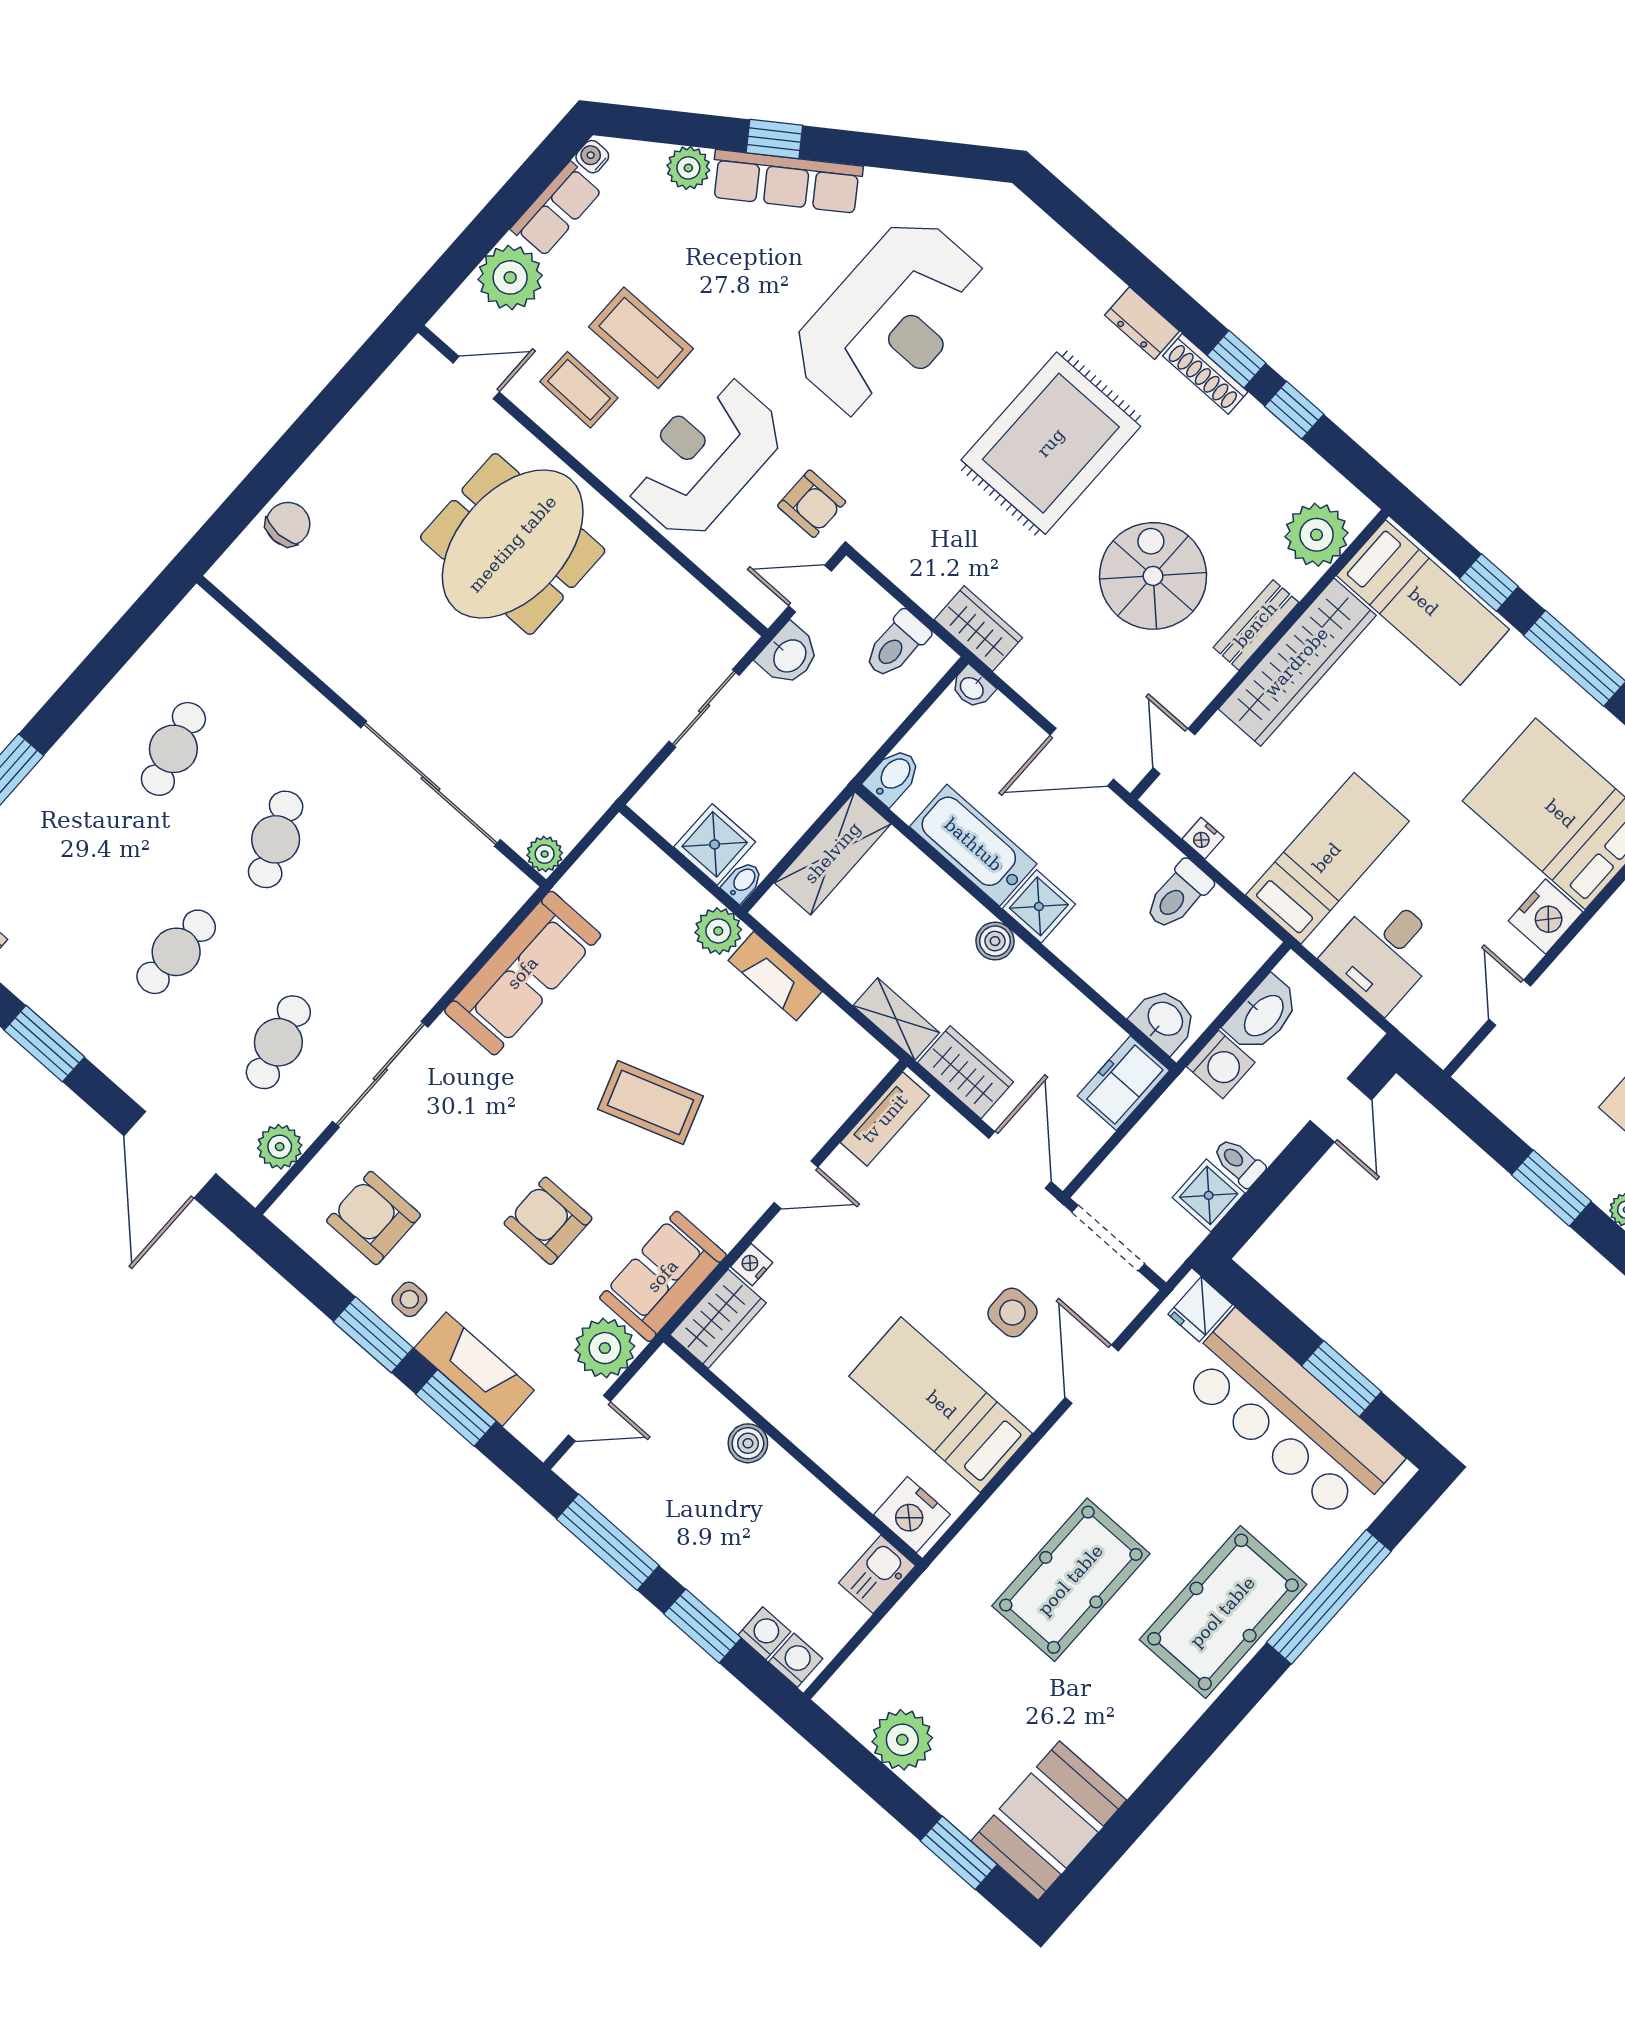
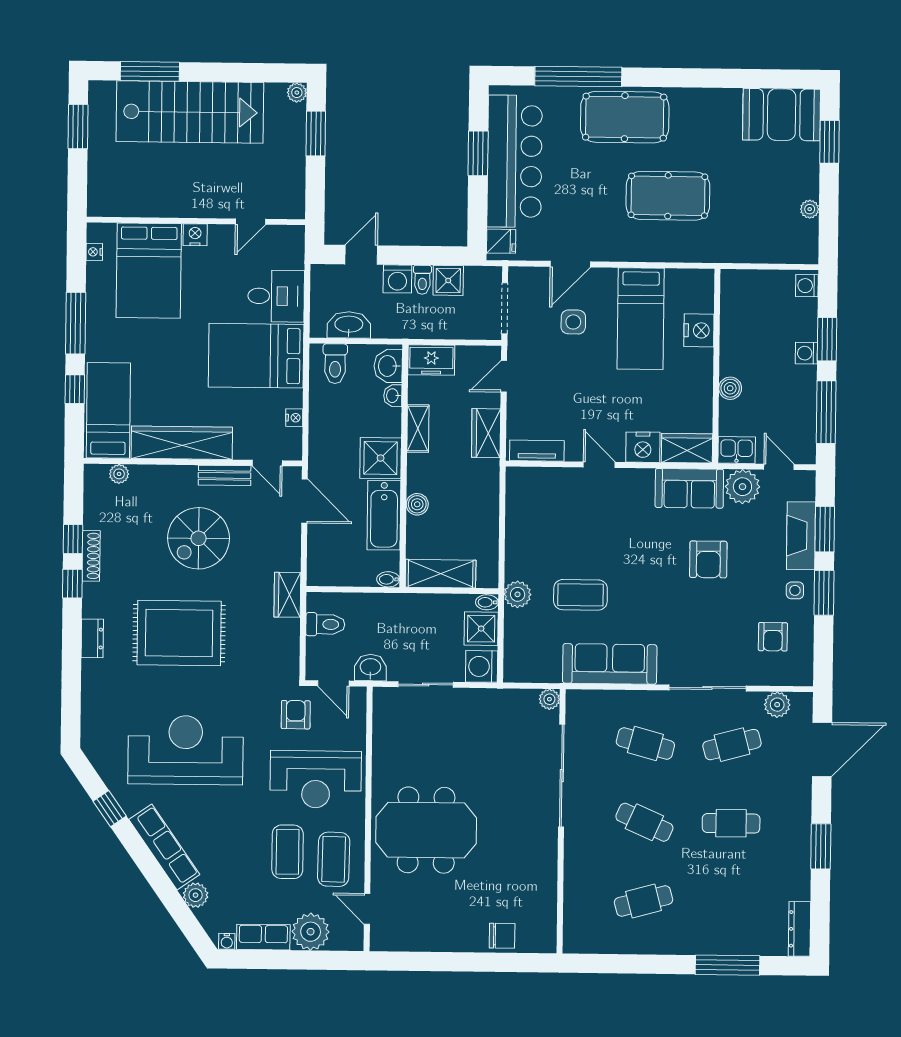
window: (774, 139) -> (110, 809), moved
shoe rack: (1205, 374) -> (91, 556), moved
coffee table: (579, 390) -> (334, 859), width x1.36, depth x1.30
chair: (288, 524) -> (502, 936), turned 180
plant: (1317, 535) -> (119, 474), width x0.53, depth x0.53
bench: (1256, 625) -> (225, 475), moved
washbasin: (972, 688) -> (393, 396), moved, turned 180
door: (1174, 751) -> (267, 463), hinge flipped
bidet: (893, 776) -> (388, 579), width x0.72, depth x0.74
washing machine: (664, 802) -> (482, 666), added
cafe table: (276, 839) -> (644, 822), turned 48
bed: (1327, 858) -> (256, 356), width x1.50
toilet: (1178, 895) -> (335, 364), moved, turned 90
shower: (1039, 906) -> (381, 458), width x1.36, depth x1.36
nightstand: (1546, 917) -> (195, 235), width x0.74, depth x0.75
cafe table: (378, 930) -> (645, 744), added
boiler: (995, 941) -> (417, 504), moved
fireplace: (775, 976) -> (516, 553), removed
shelving: (896, 1019) -> (418, 428), moved
washing machine: (1221, 1064) -> (397, 279), moved, turned 180
coffee table: (650, 1103) -> (580, 595), moved, turned -71
door: (1020, 1160) -> (504, 376), width x0.73
armchair: (374, 1218) -> (773, 637), width x0.72, depth x0.72
nightstand: (752, 1265) -> (643, 447), width x1.89, depth x1.79
nightstand: (912, 1515) -> (699, 330), moved
kitchen sink: (877, 1574) -> (737, 450), moved, turned 180
washing machine: (764, 1633) -> (806, 353), moved
plant: (902, 1740) -> (810, 209), width x0.53, depth x0.53

